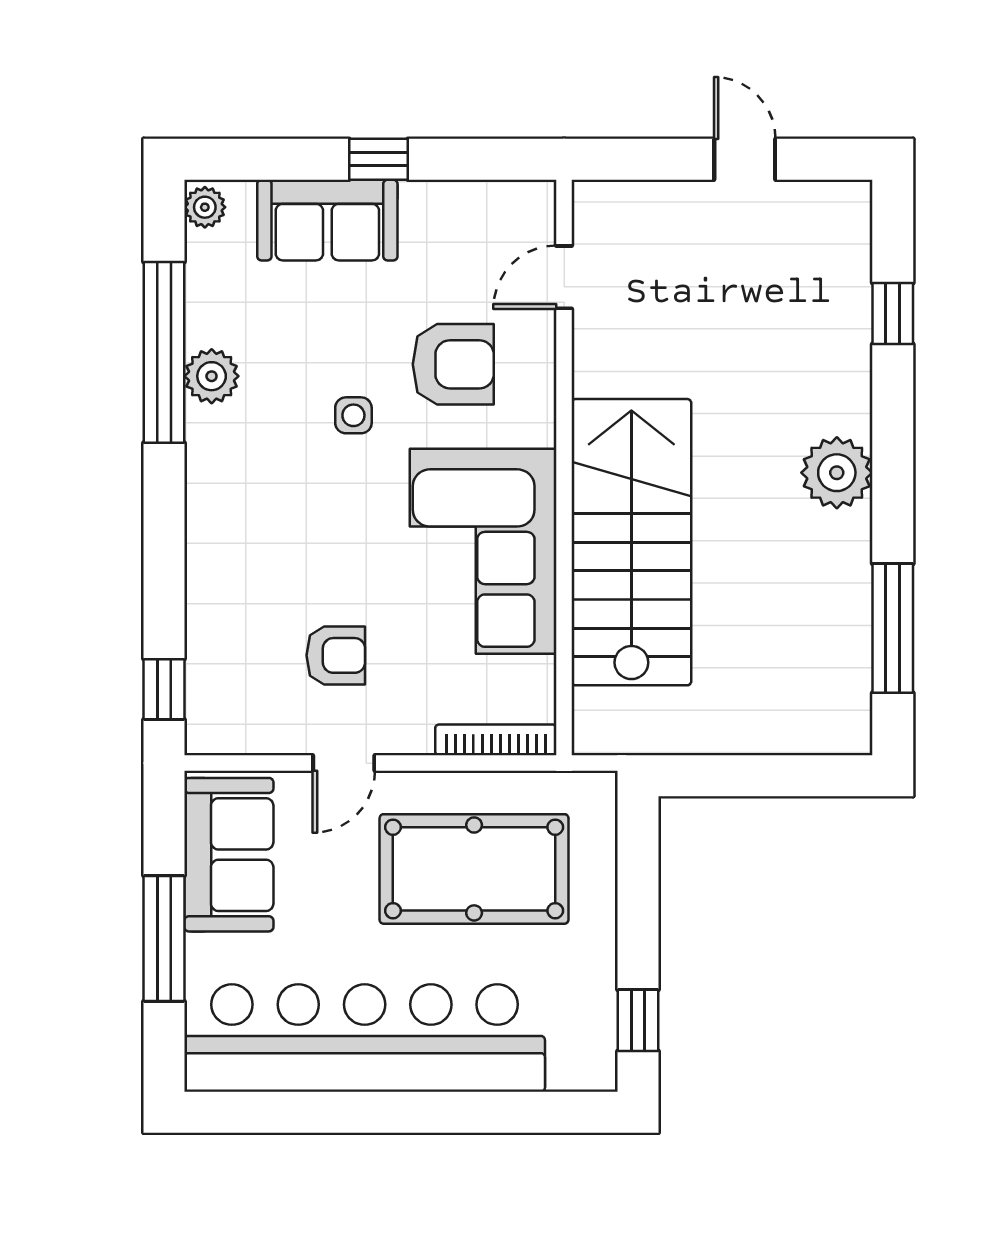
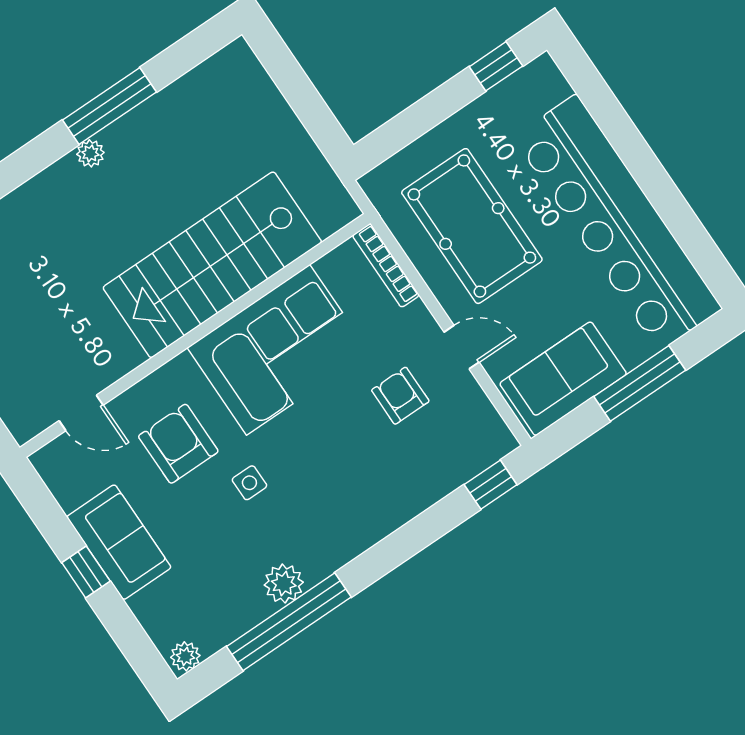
sofa: (327, 220) -> (119, 542), moved
plant: (837, 473) -> (90, 153), width x0.53, depth x0.53
window: (893, 628) -> (109, 106), moved

